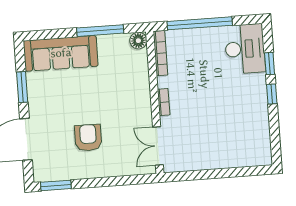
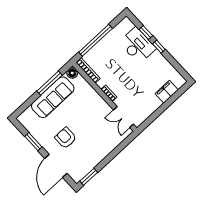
desk: (245, 49) -> (137, 45), moved
sofa: (61, 53) -> (53, 97), moved
armchair: (88, 138) -> (66, 138), moved
filing cabinet: (237, 157) -> (167, 92), added

